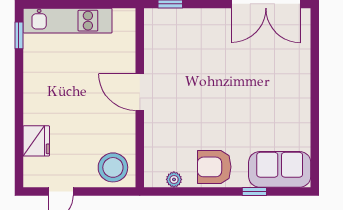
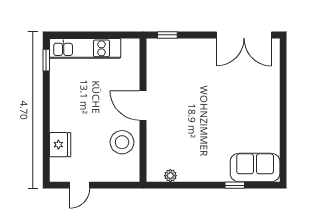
stool: (113, 167) -> (122, 142), moved
armchair: (214, 167) -> (203, 166), removed

